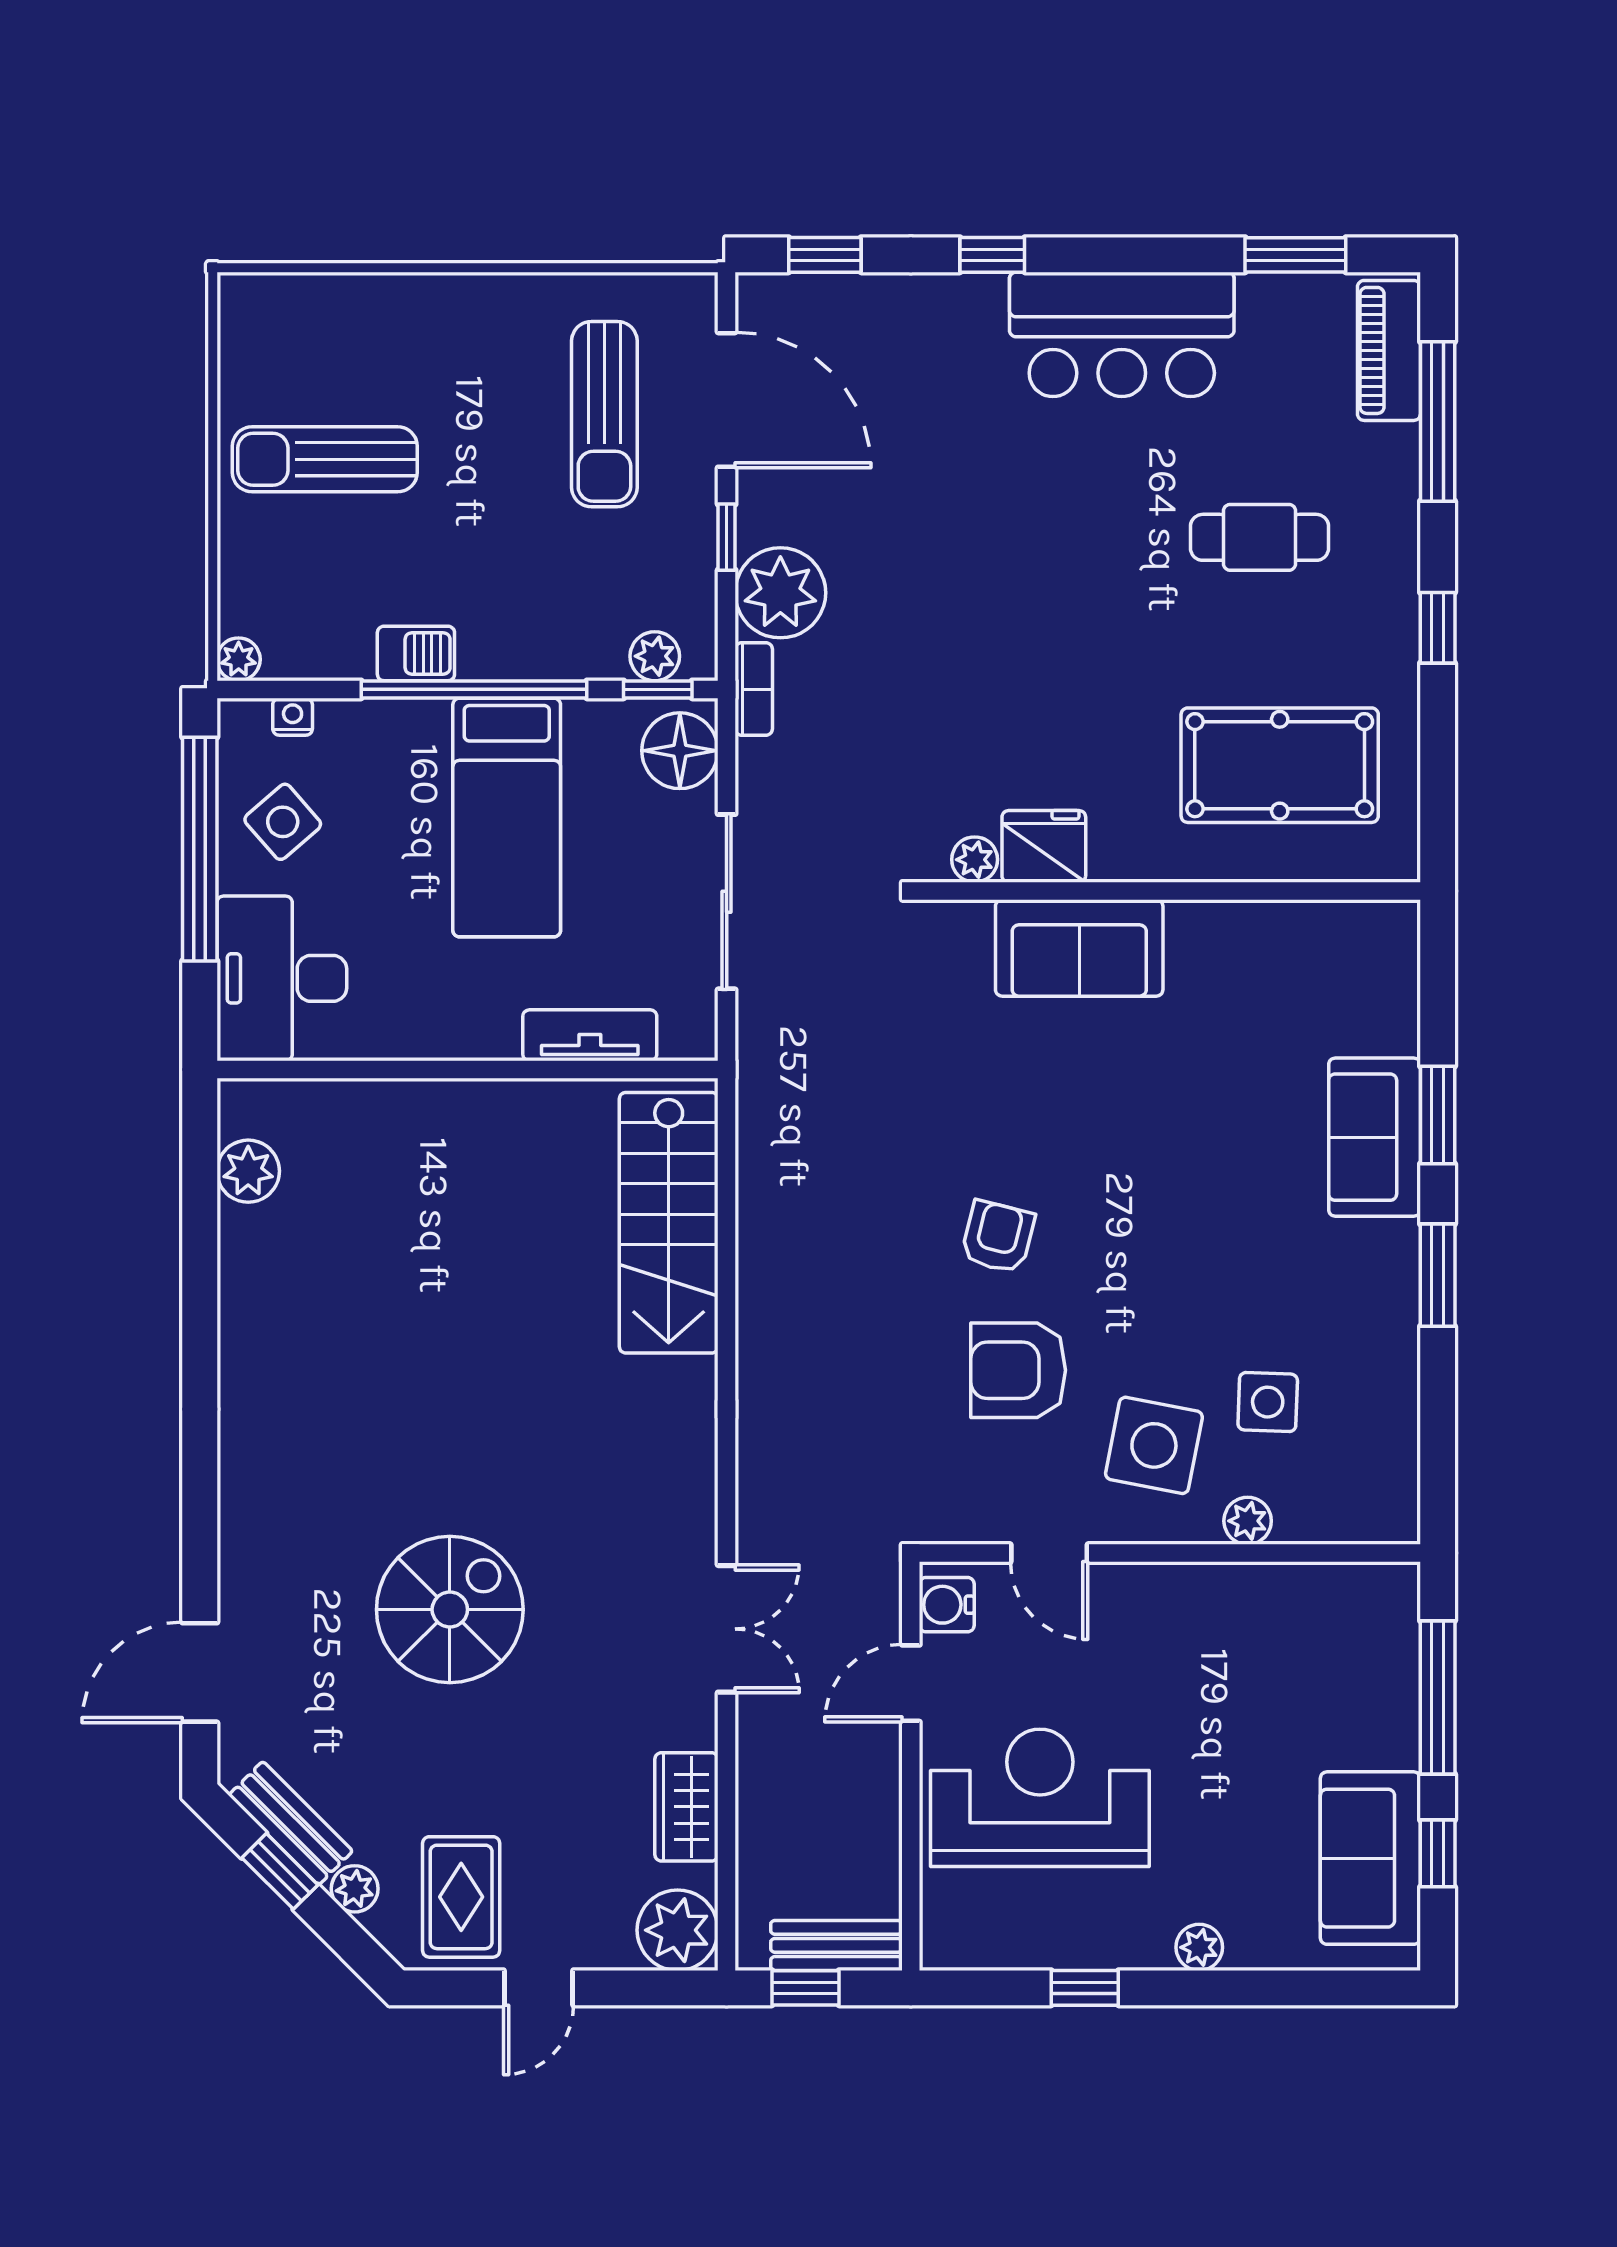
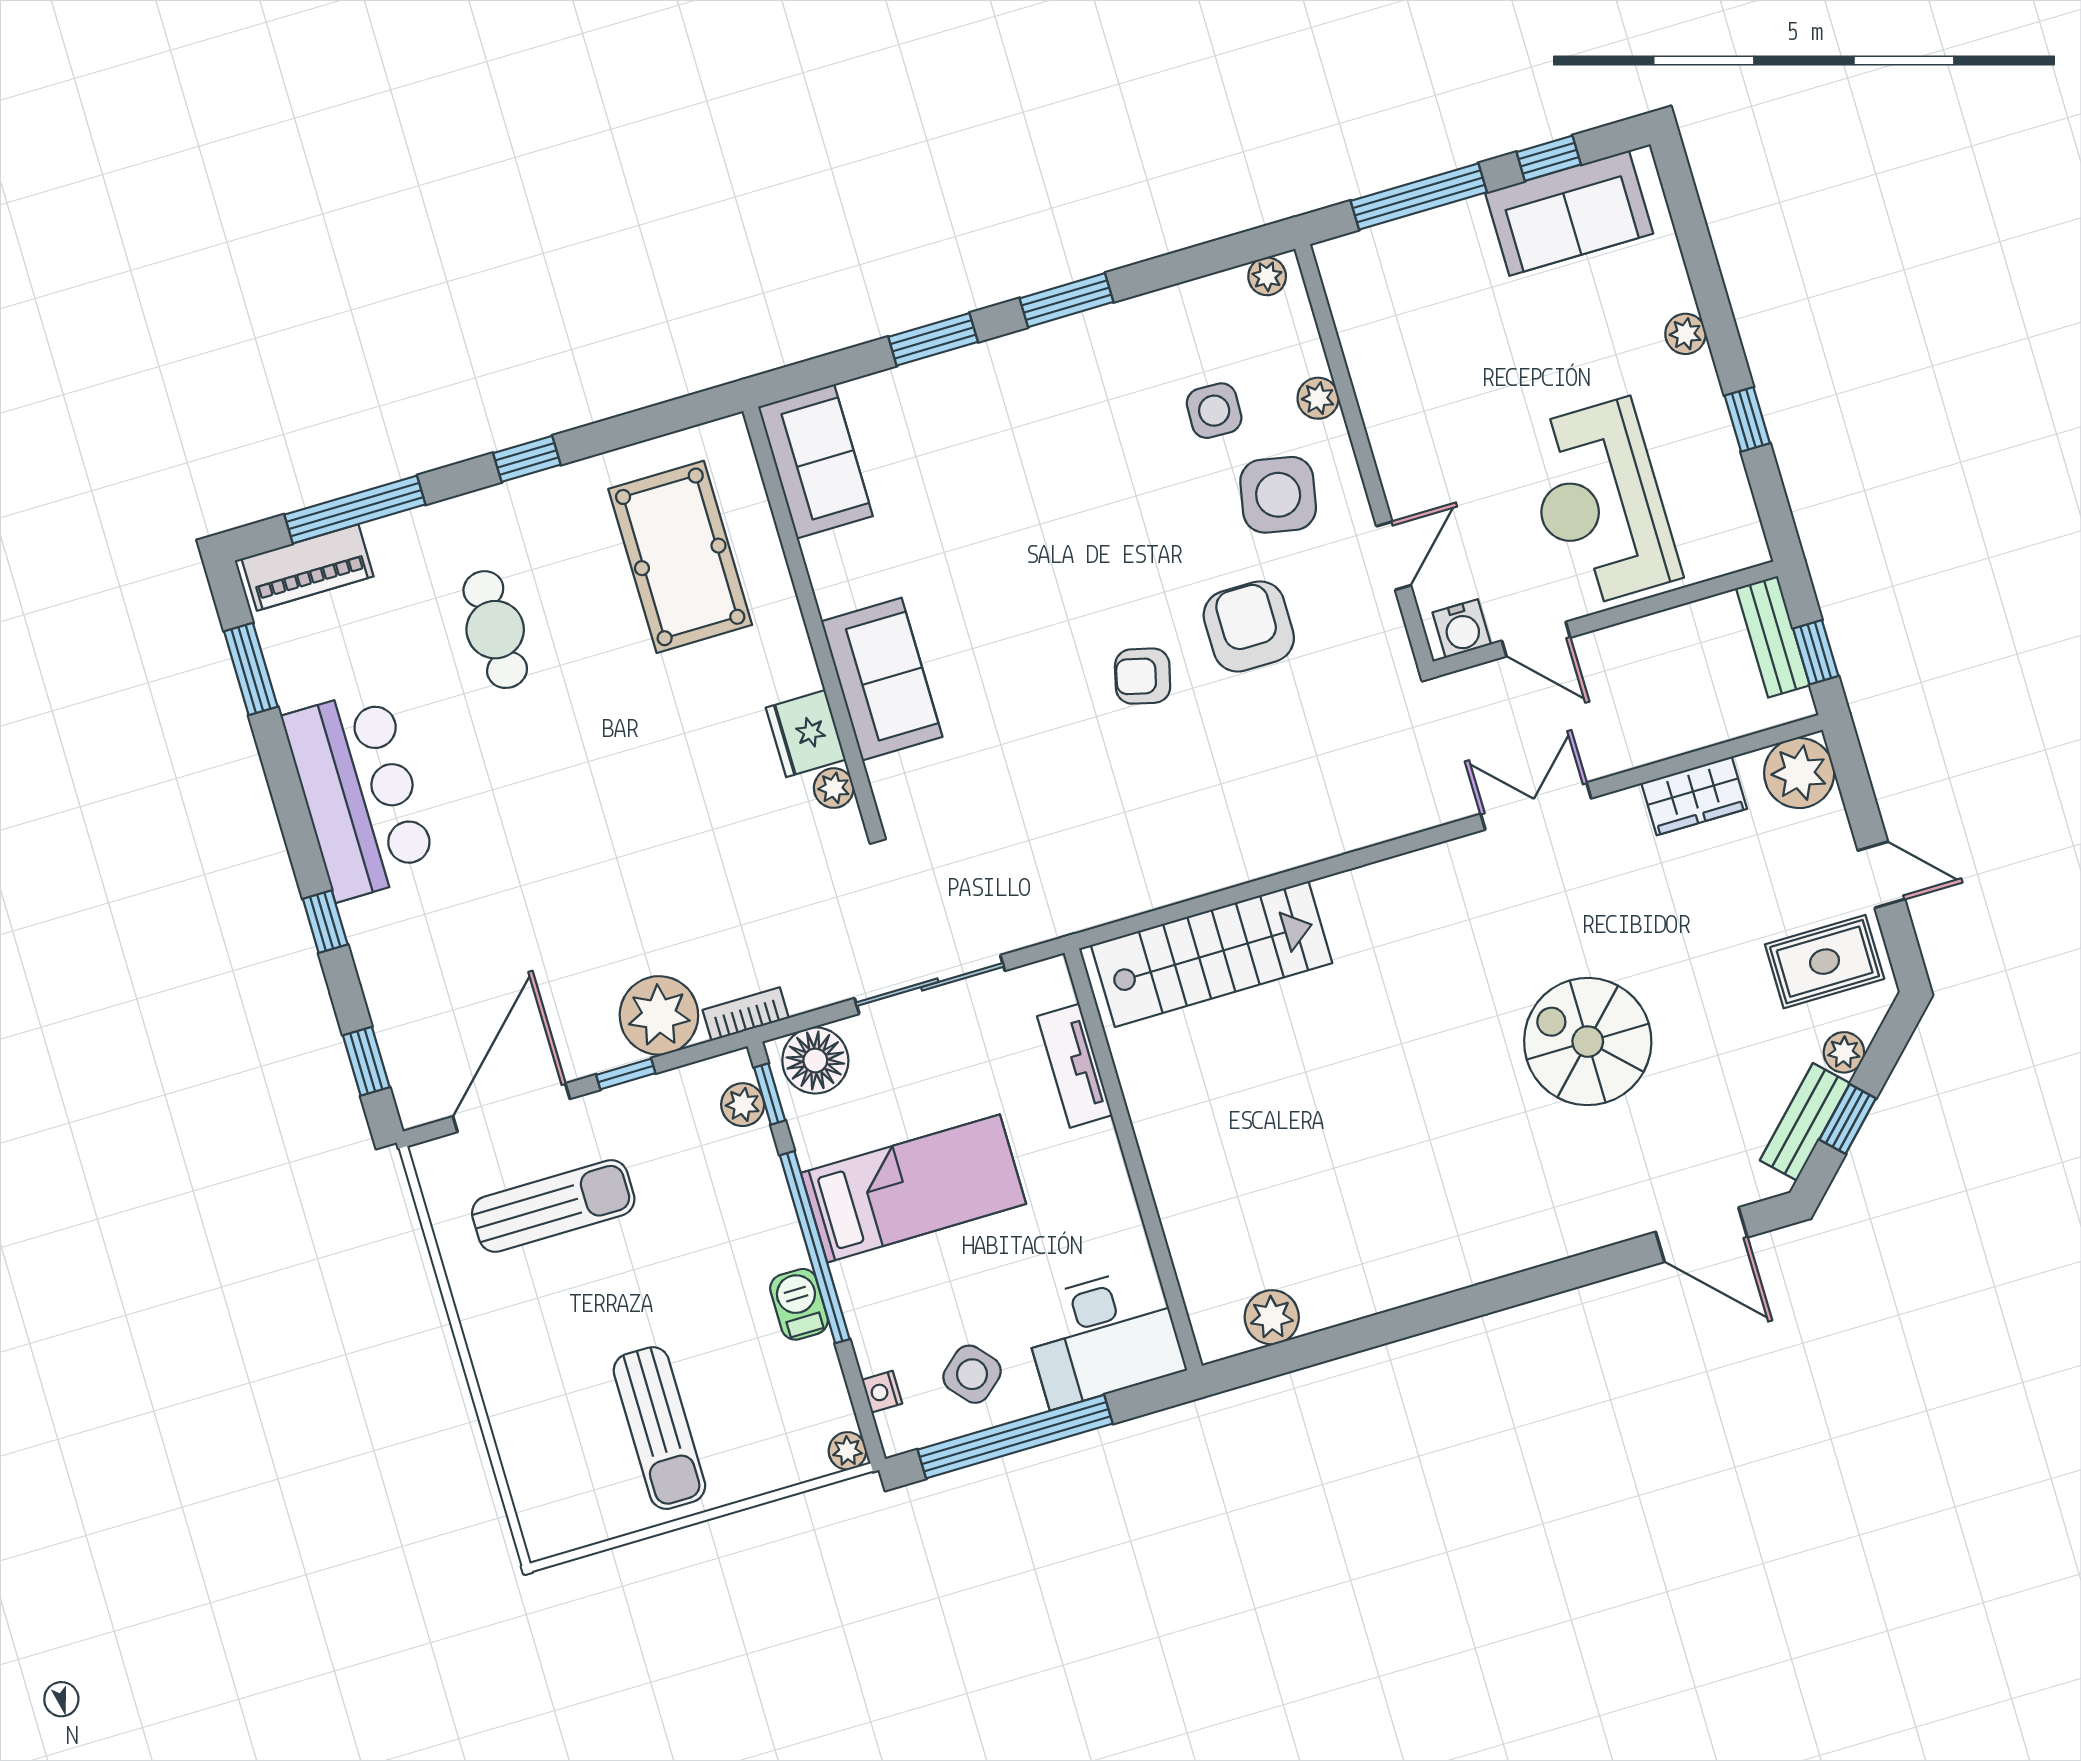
sofa: (1375, 1137) -> (815, 461), moved, turned -90
armchair: (1018, 1370) -> (1249, 626), turned 180
plant: (1399, 1504) -> (1267, 276), added

